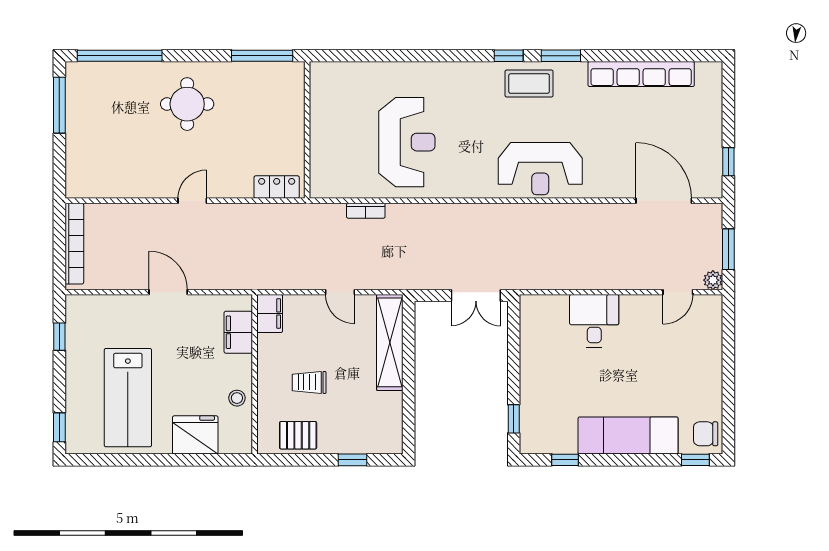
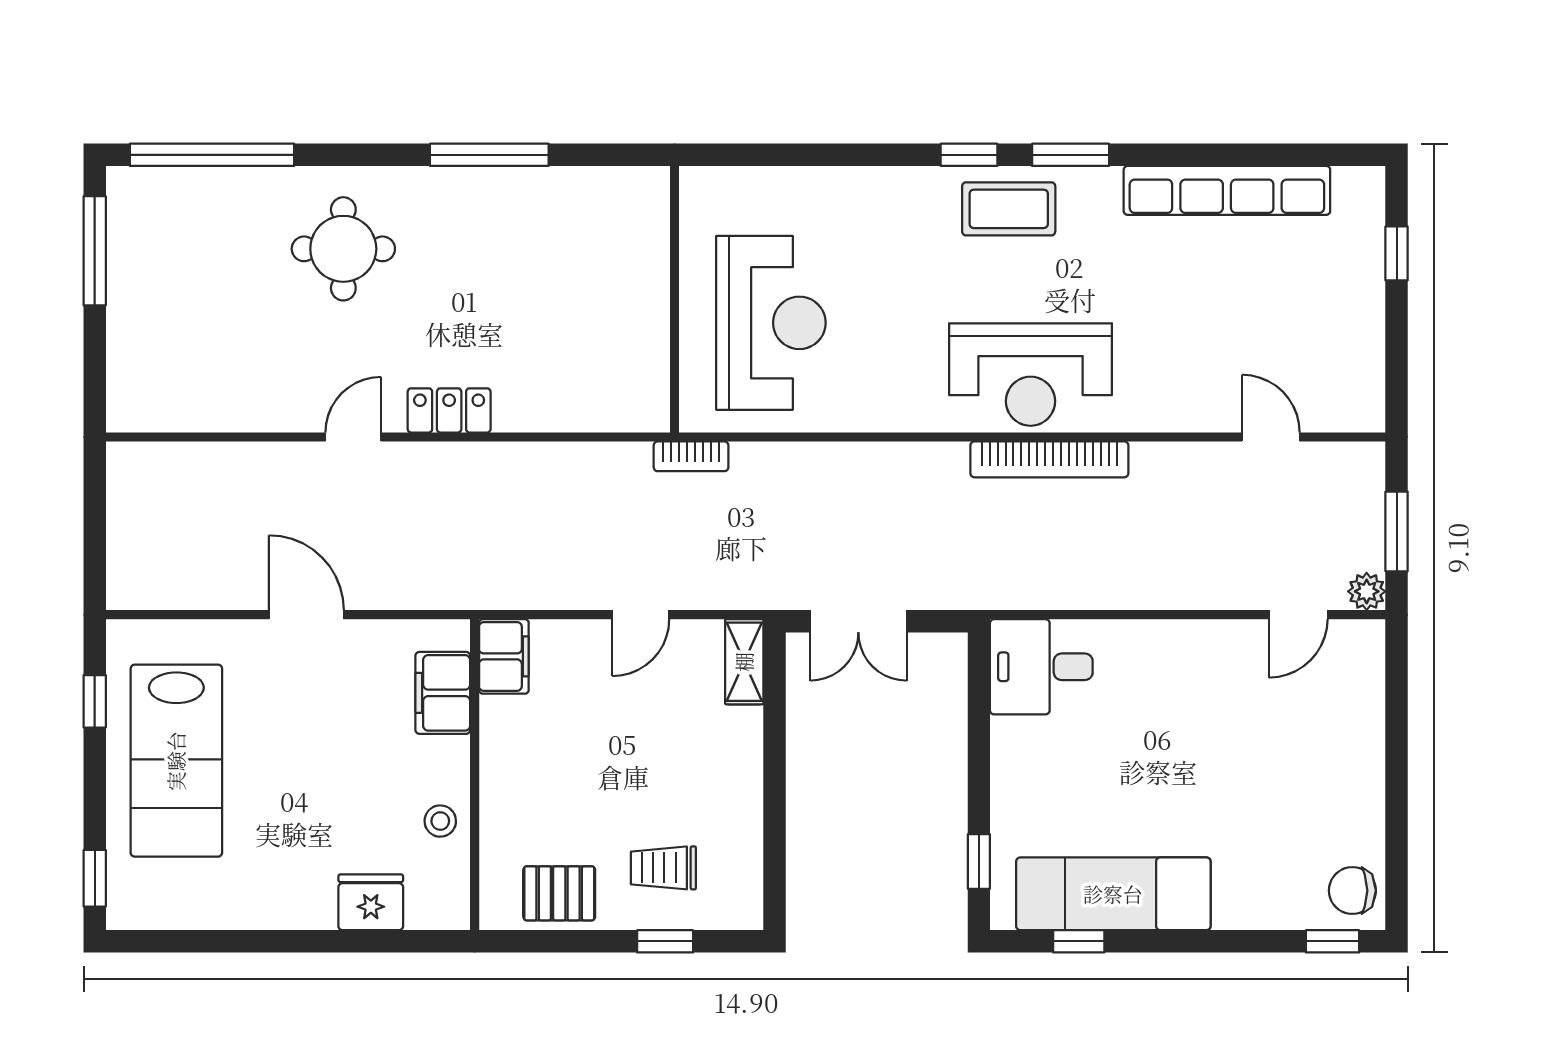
wall: (307, 130) -> (675, 299), moved
window: (728, 162) -> (1397, 253), moved
locker: (277, 187) -> (449, 410), moved
door: (664, 201) -> (1271, 437), width x0.53
bookcase: (74, 244) -> (1049, 459), moved, turned 90
door: (340, 292) -> (641, 615), hinge flipped
double door: (476, 295) -> (858, 621), moved
desk: (594, 321) -> (1041, 667), moved, turned -90
shelving: (390, 342) -> (744, 662), width x0.45, depth x0.75
trolley: (309, 382) -> (663, 868), moved
lab bench: (128, 398) -> (176, 761), moved
fridge: (195, 435) -> (371, 902), width x0.73, depth x0.75
exam couch: (628, 435) -> (1113, 894), moved

